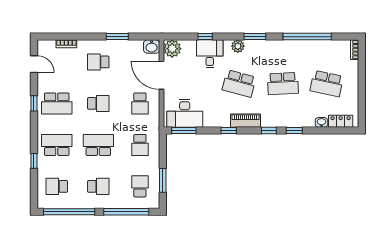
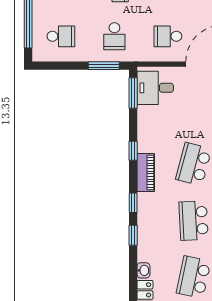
desk: (185, 113) -> (155, 88), width x0.73
school desk: (140, 145) -> (114, 36), turned -90
window: (163, 180) -> (104, 66), moved

